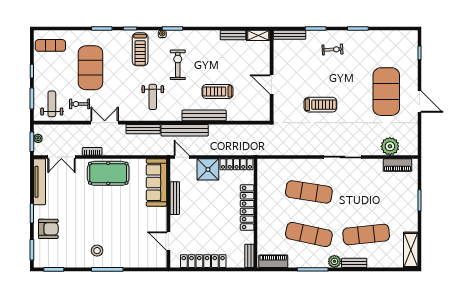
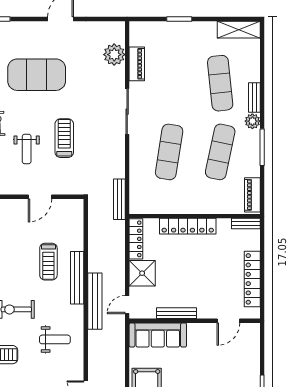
weight bench: (311, 73) -> (27, 149), added
exercise mat: (386, 92) -> (37, 75), moved
bench: (143, 129) -> (119, 199), moved
piano: (398, 165) -> (137, 64), moved

